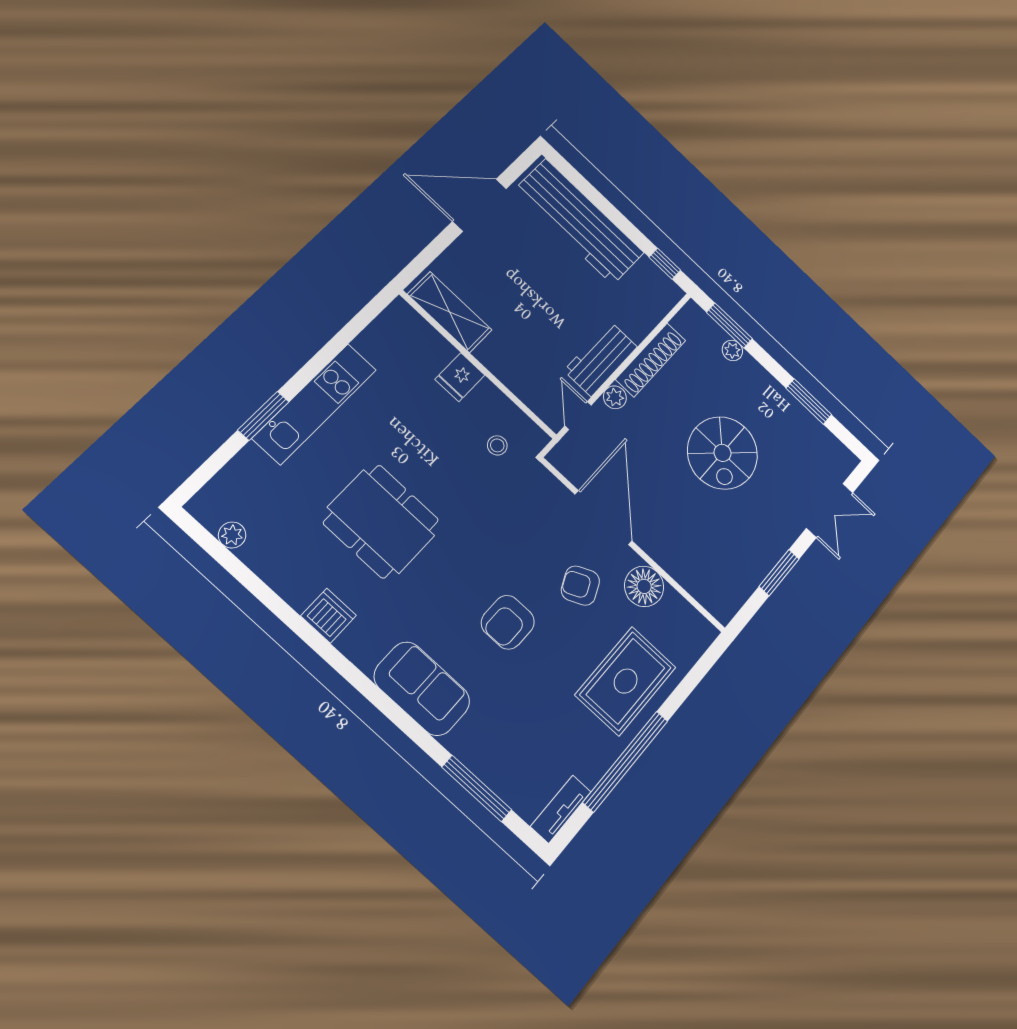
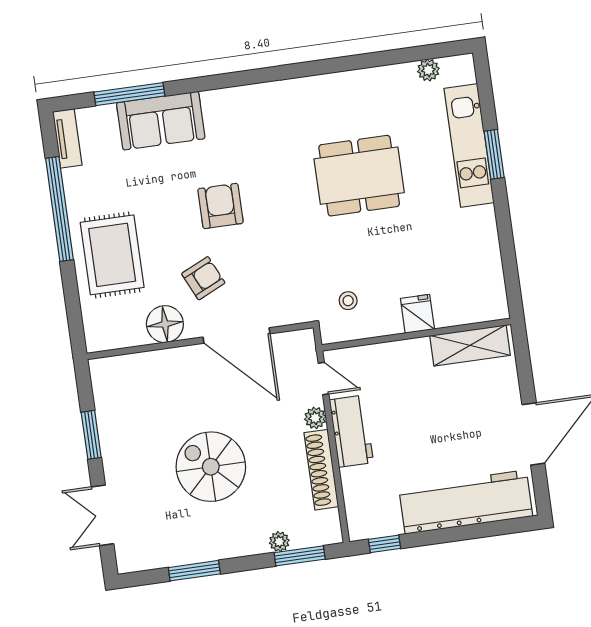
kitchen unit: (315, 404) -> (469, 146), moved
dishwasher: (329, 616) -> (324, 90), removed
sofa: (422, 689) -> (161, 121), moved

